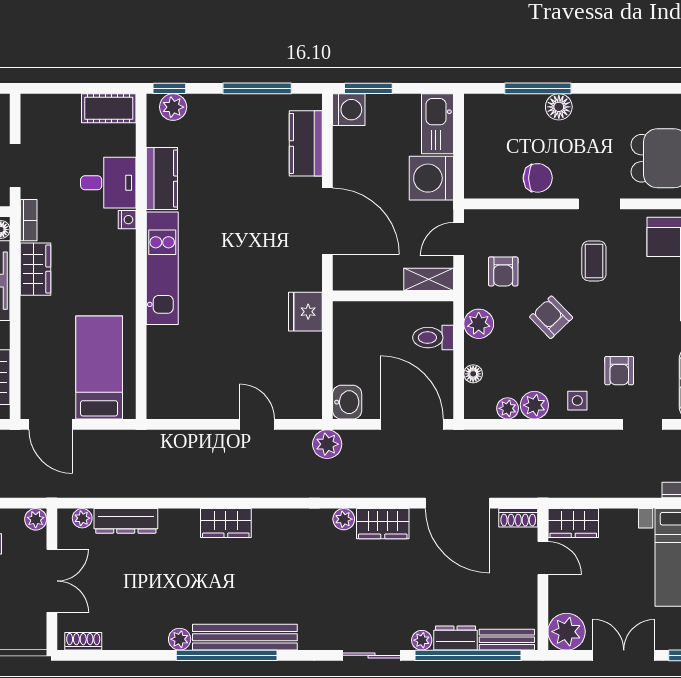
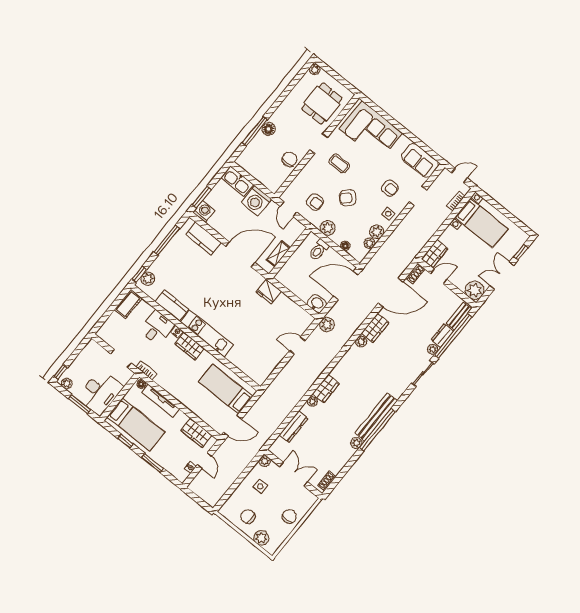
wardrobe: (35, 269) -> (190, 346), moved, turned 180
shelving: (429, 279) -> (278, 254), moved
plant: (82, 518) -> (312, 401), moved

